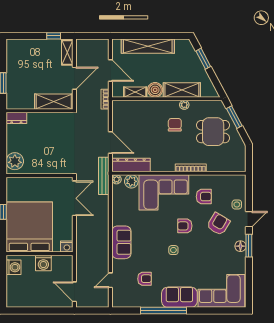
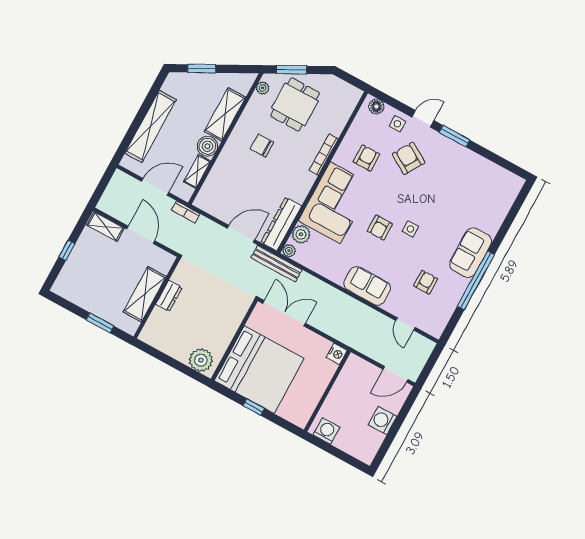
window: (54, 36) -> (67, 250), moved
shelving: (54, 102) -> (145, 294), moved
plant: (184, 105) -> (263, 88), moved
dresser: (16, 118) -> (169, 296), moved
door: (249, 219) -> (423, 119), hinge flipped
armchair: (185, 226) -> (380, 228), moved
bed: (29, 227) -> (259, 370), moved, turned 180
floor lamp: (240, 246) -> (376, 106), moved
washing machine: (43, 263) -> (382, 420), moved, turned 180
corner sofa: (221, 291) -> (490, 198), removed

